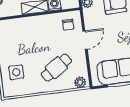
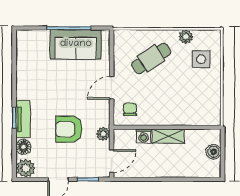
plant: (80, 82) -> (186, 37), moved

